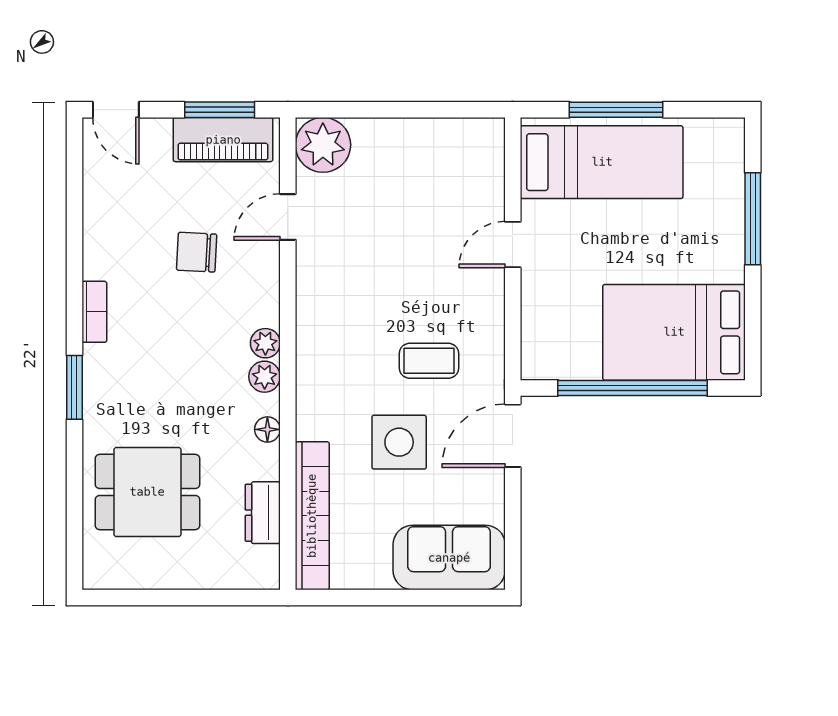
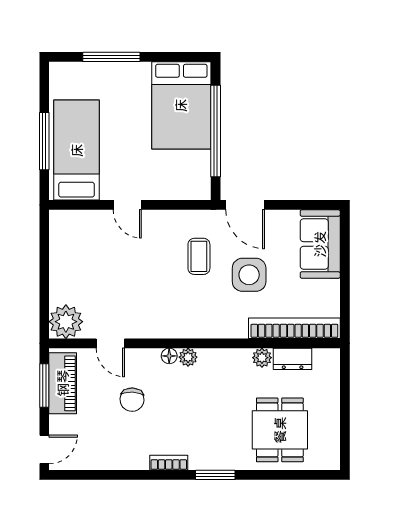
plant: (265, 377) -> (262, 358), moved
floor lamp: (267, 429) -> (169, 356), moved

